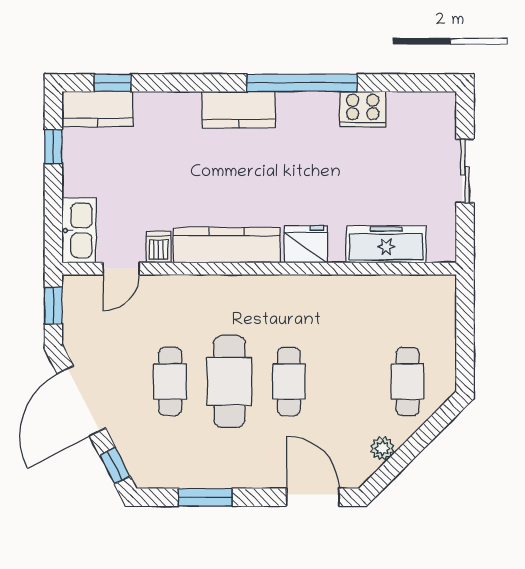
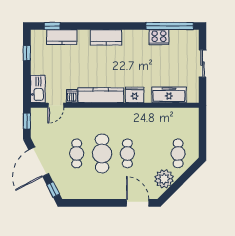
window: (302, 83) -> (170, 26), moved
kitchen counter: (98, 109) -> (62, 37), moved
plant: (382, 448) -> (164, 179), width x1.88, depth x1.88
window: (205, 497) -> (92, 203), removed

